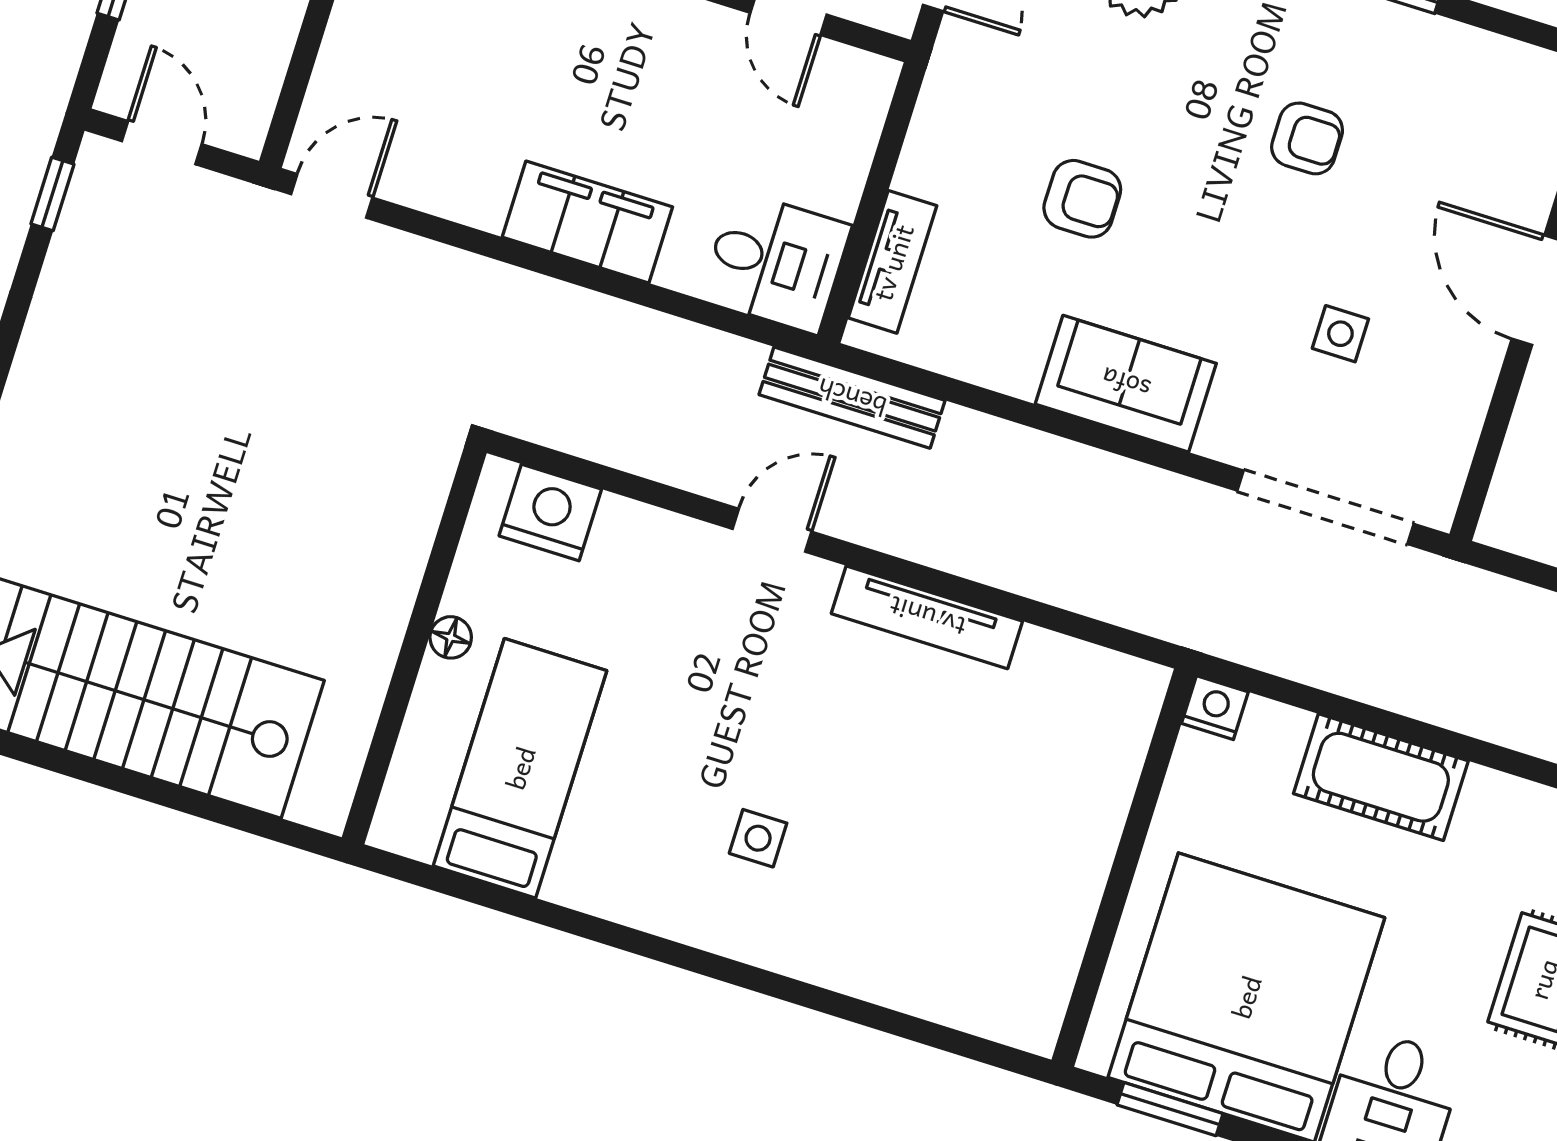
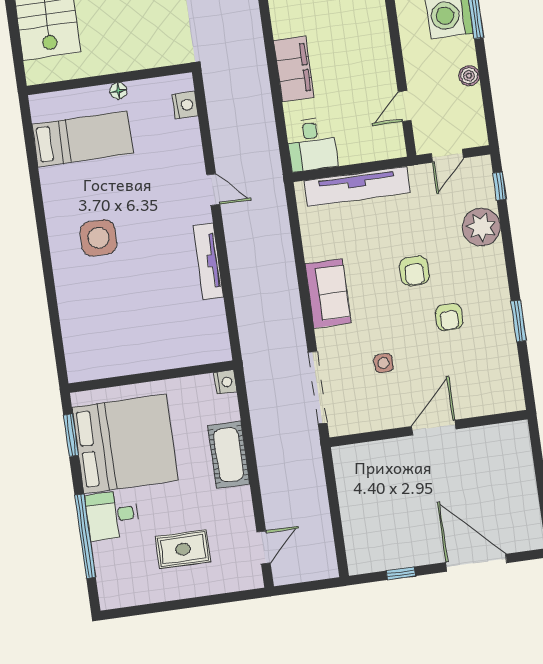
armchair: (1082, 199) -> (414, 271), moved
tv unit: (893, 262) -> (357, 187), width x1.92, depth x1.29
bench: (852, 398) -> (276, 196), removed
nightstand: (550, 512) -> (185, 105), width x0.74, depth x0.75
side table: (758, 838) -> (98, 238), width x1.87, depth x1.87

